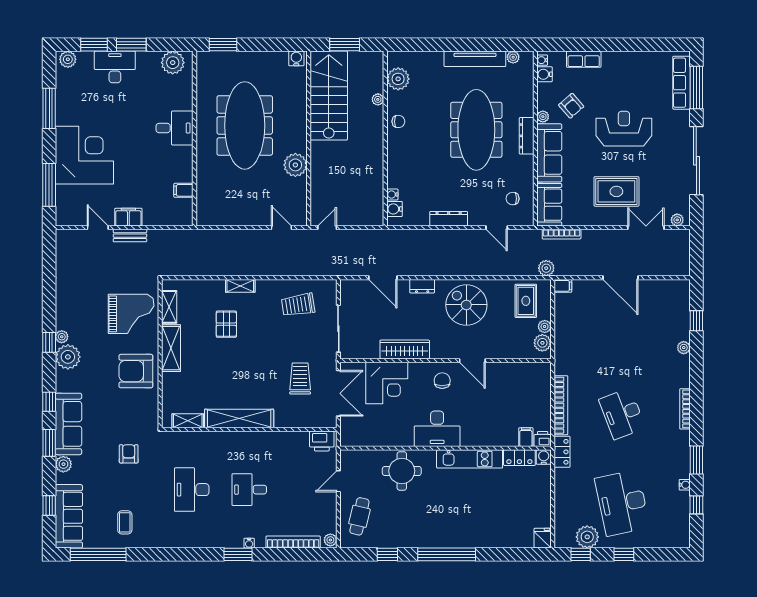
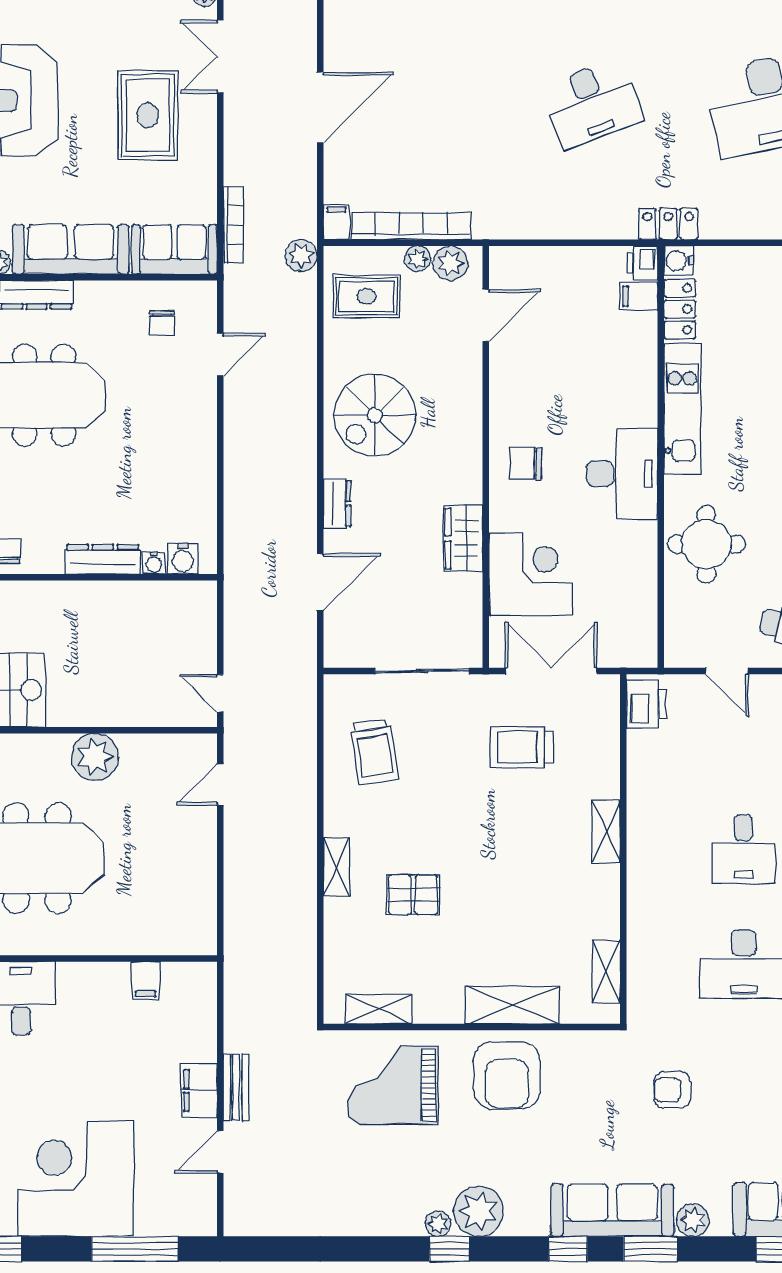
dresser: (449, 219) -> (103, 559), moved, turned 90
grand piano: (131, 314) -> (392, 1085), turned -90
shelving: (171, 348) -> (512, 1005), moved
wardrobe: (405, 350) -> (464, 538), width x0.67
door: (472, 361) -> (486, 315), moved
bookcase: (561, 405) -> (411, 226), moved
shelving: (239, 418) -> (606, 832), width x0.45, depth x0.75

